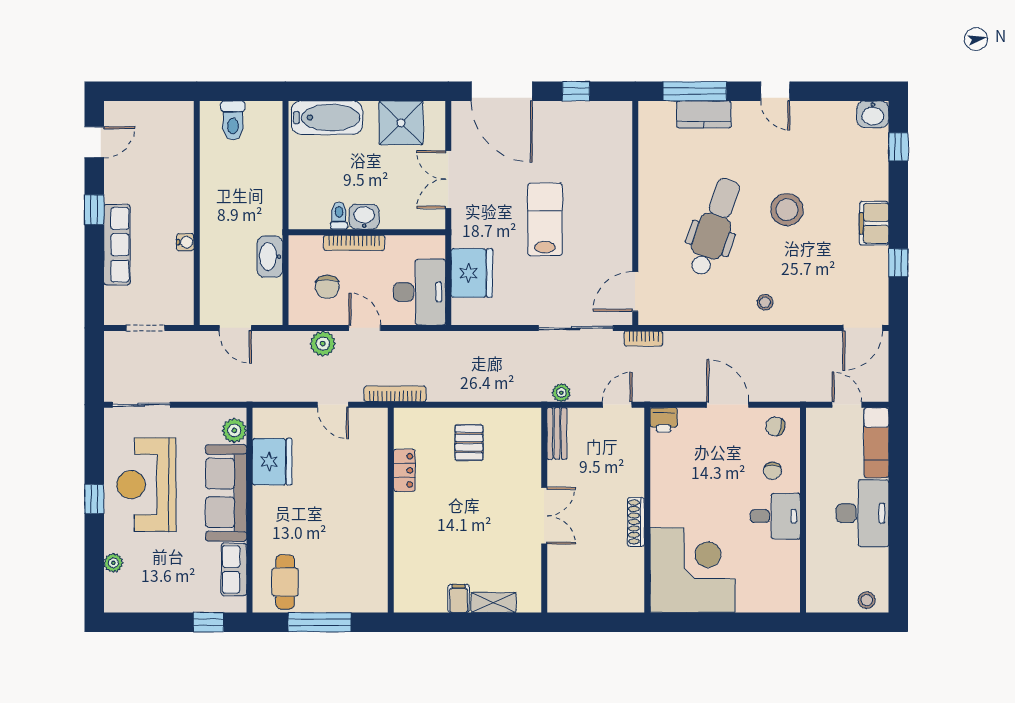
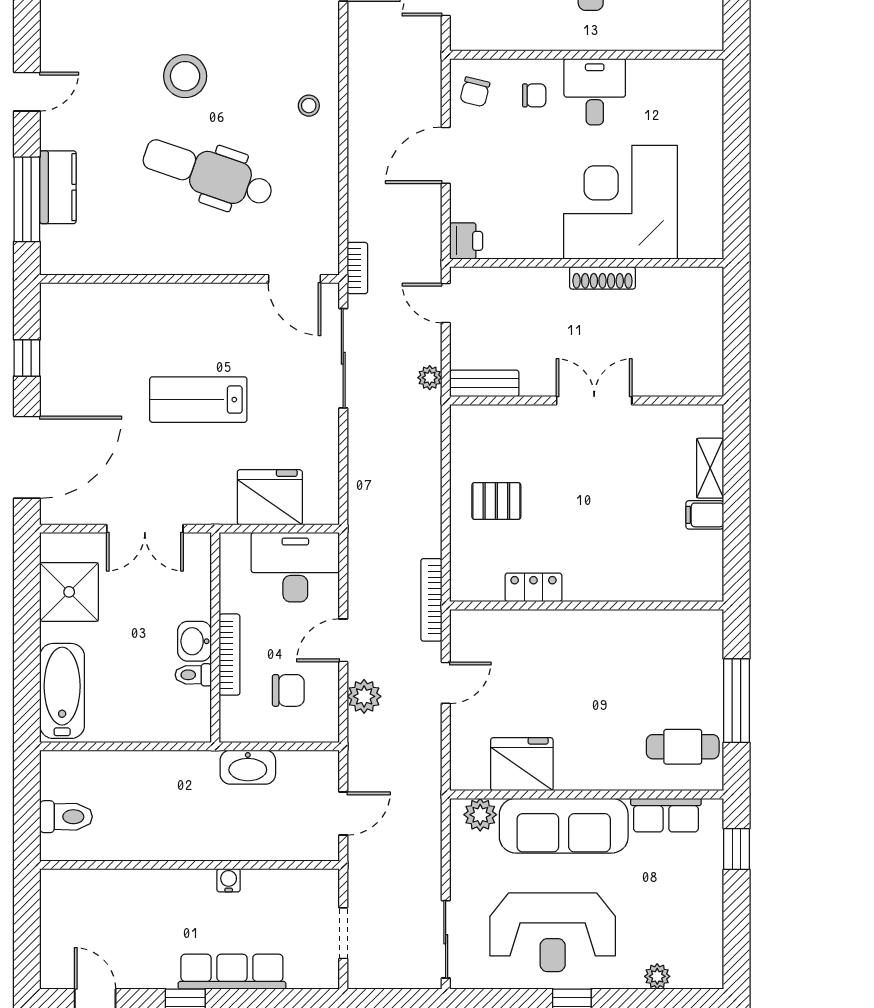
corner desk: (693, 570) -> (620, 202), moved

